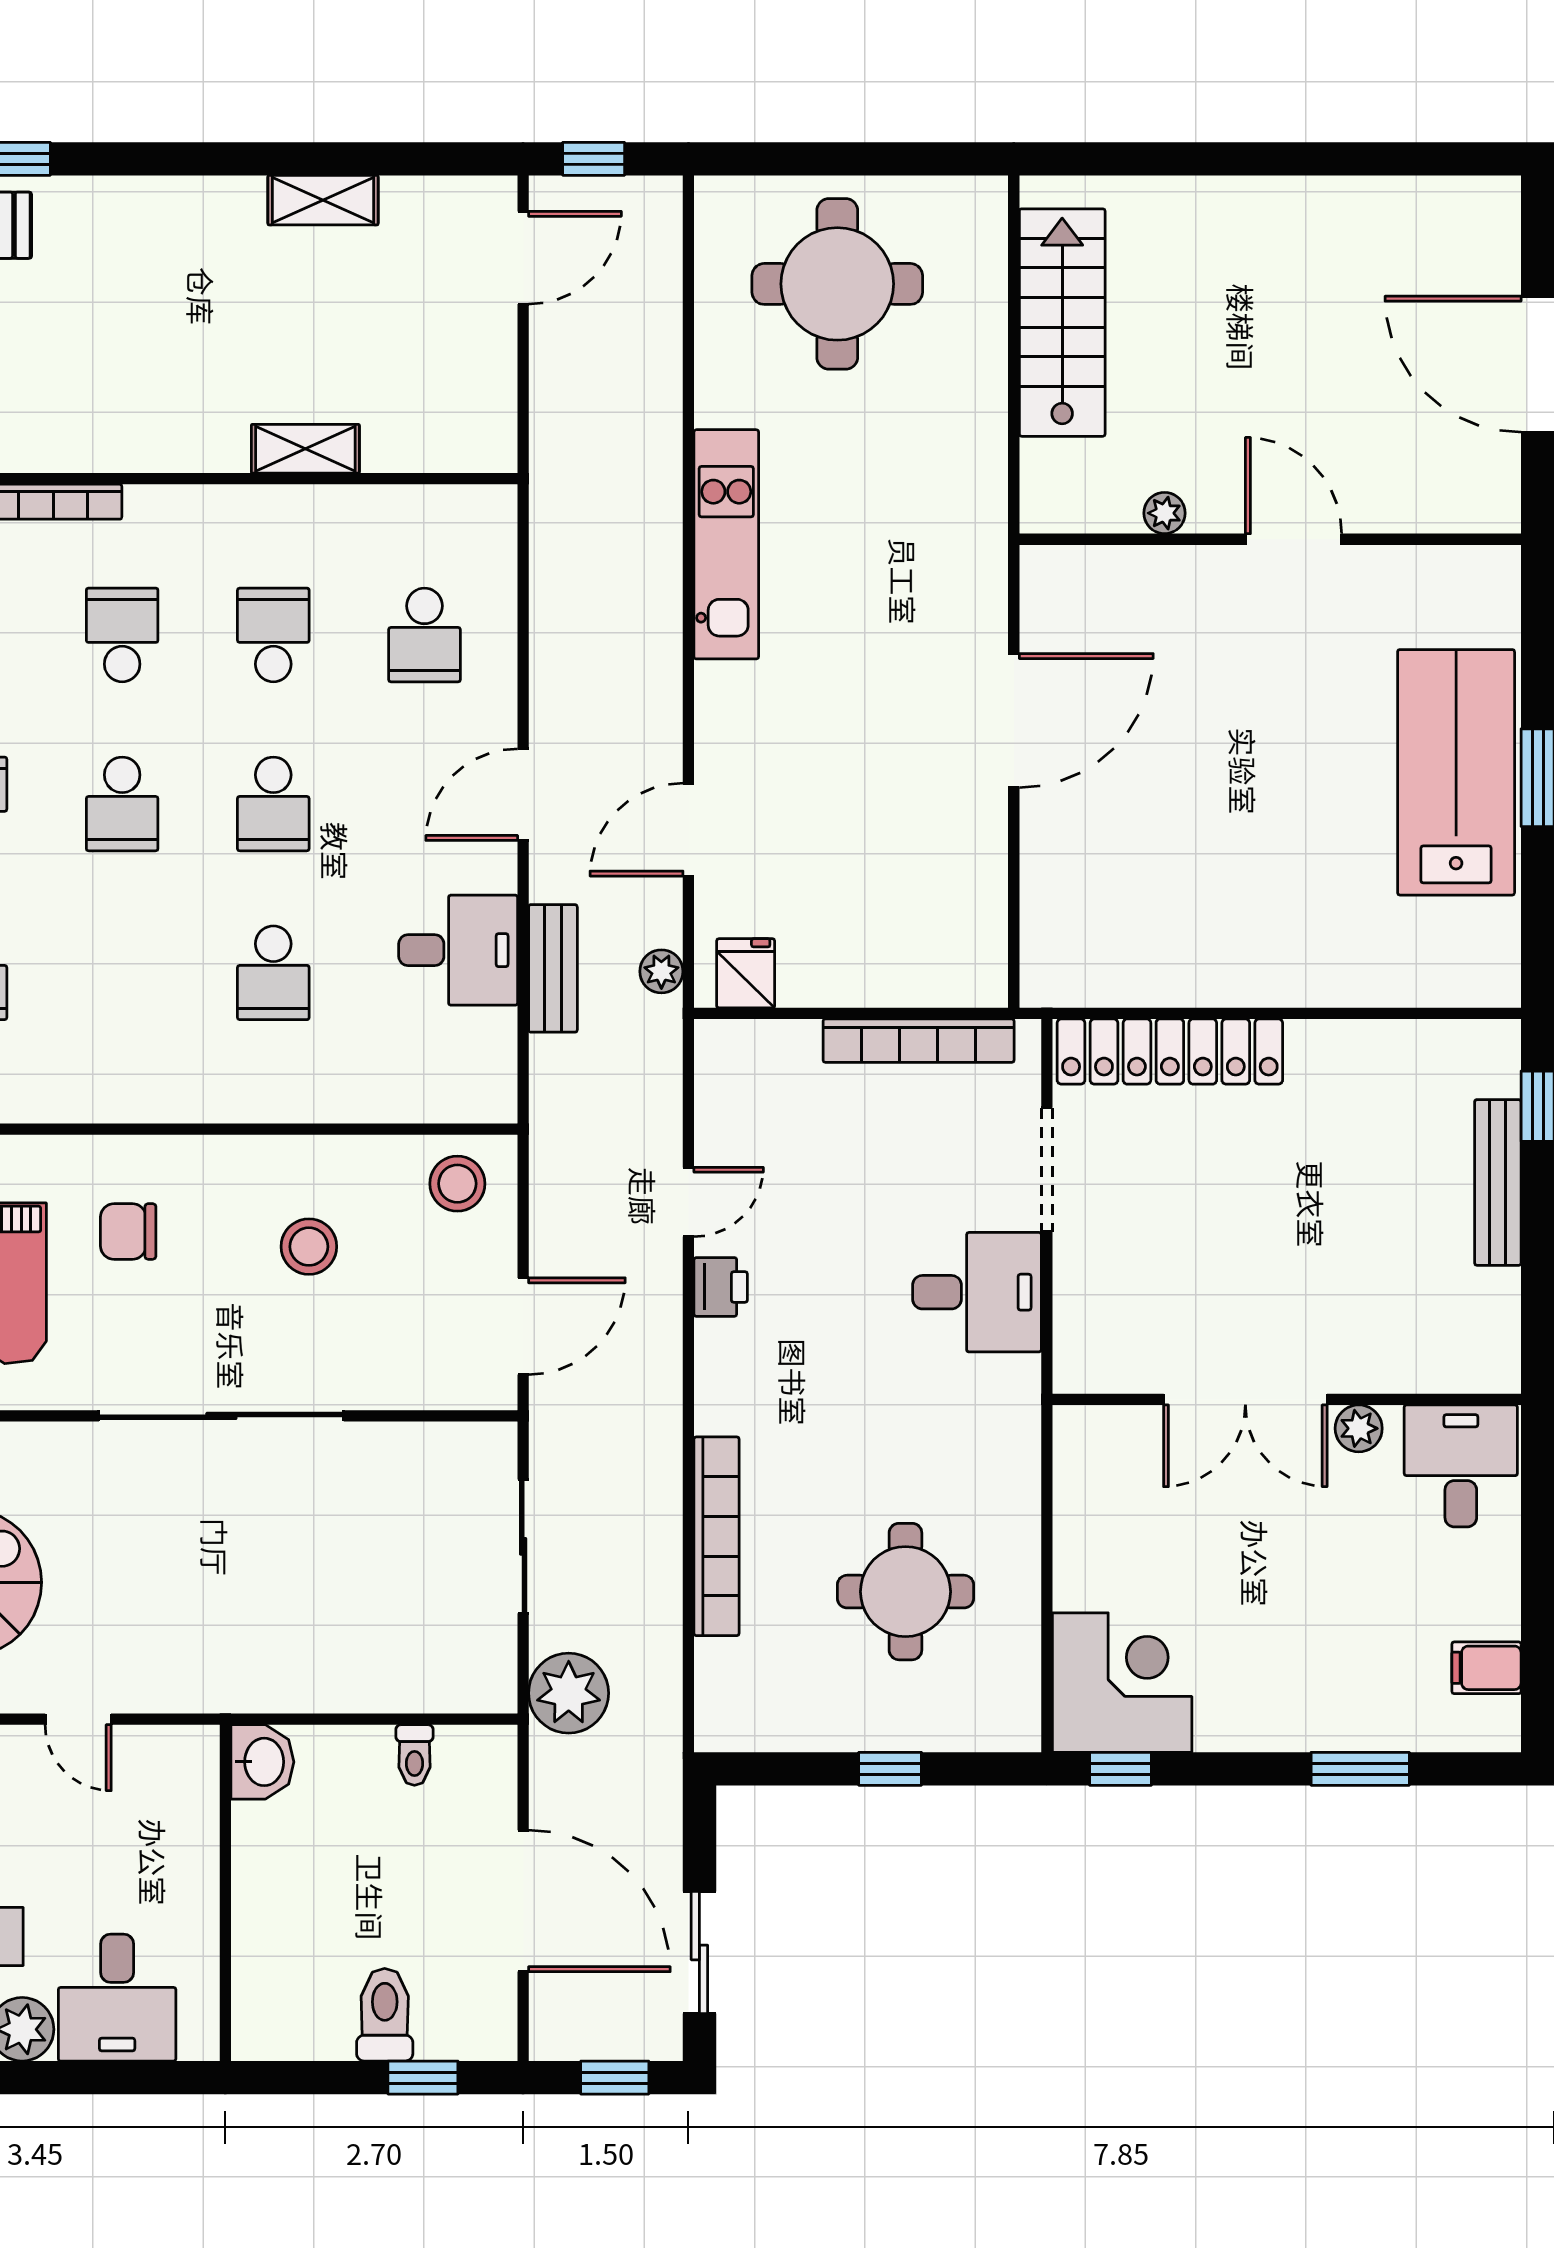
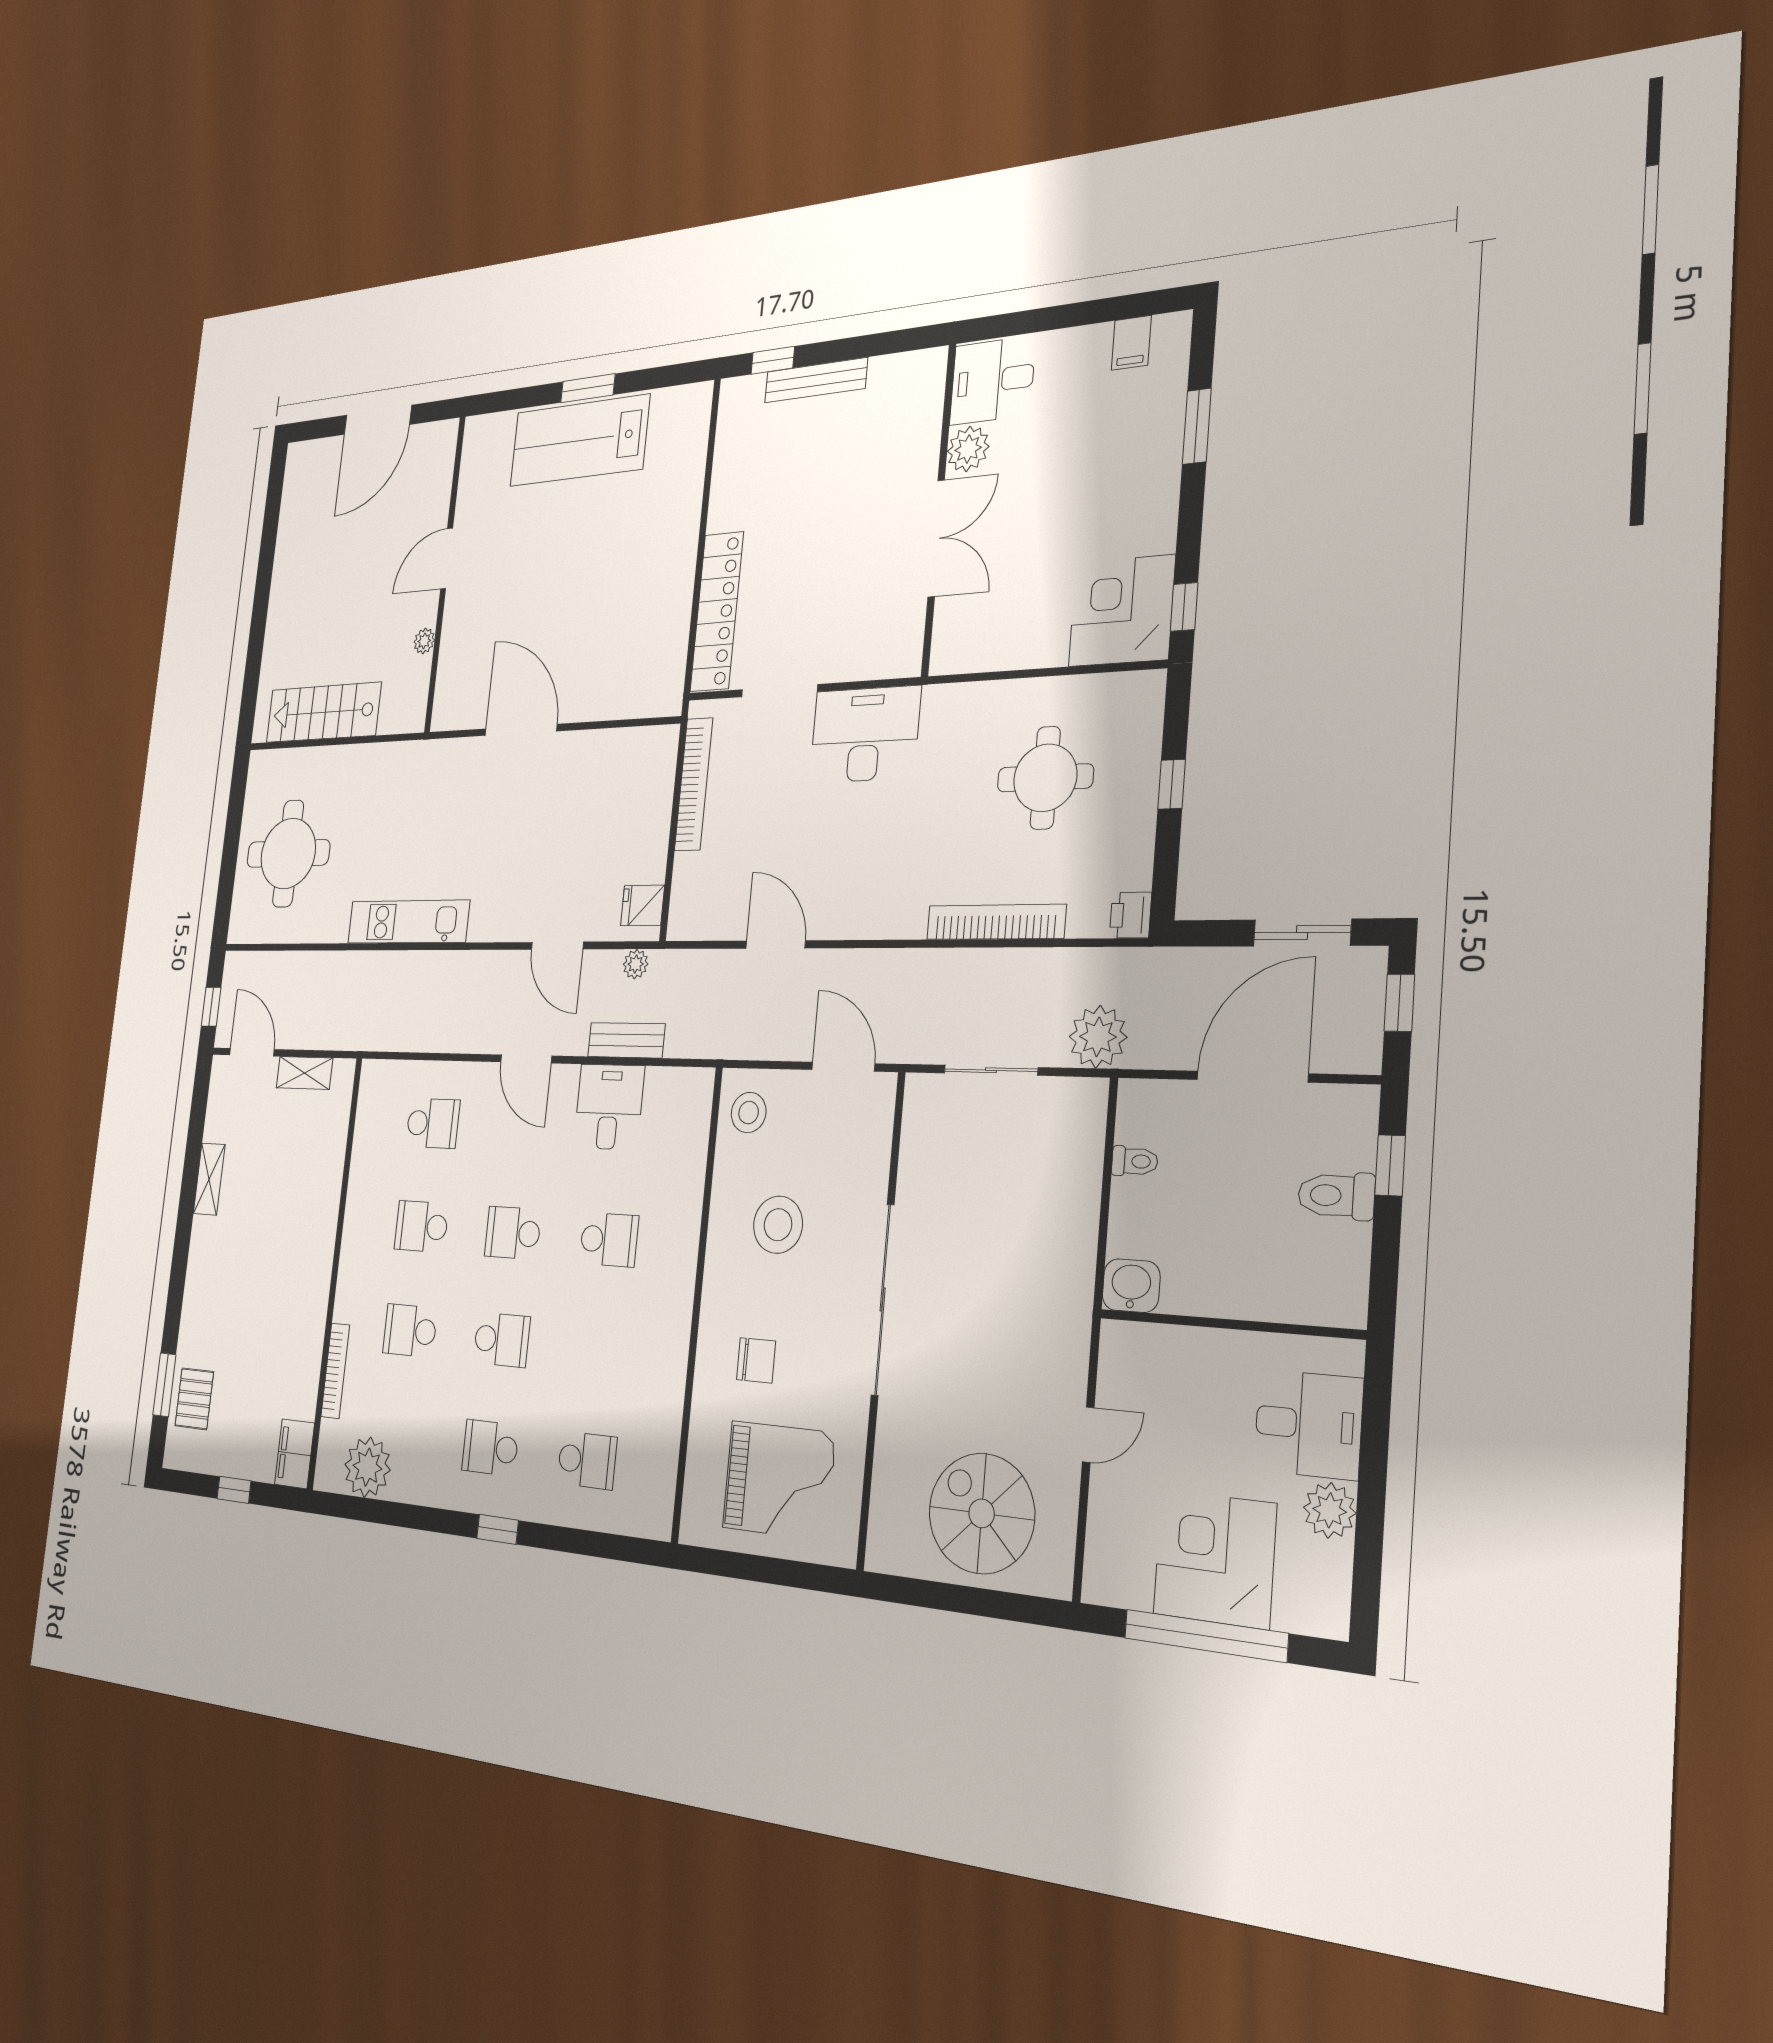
shelving: (305, 449) -> (304, 1073), moved, turned 90
school desk: (273, 804) -> (513, 1233), turned 180
door: (688, 1202) -> (776, 944), width x1.38
chair: (128, 1231) -> (756, 1360), turned -90
stool: (309, 1247) -> (778, 1225), width x1.38, depth x1.38
printer: (721, 1287) -> (1131, 915), moved, turned -90
desk: (977, 1292) -> (865, 735), width x1.37
plant: (1359, 1428) -> (968, 449), width x1.38, depth x1.38

